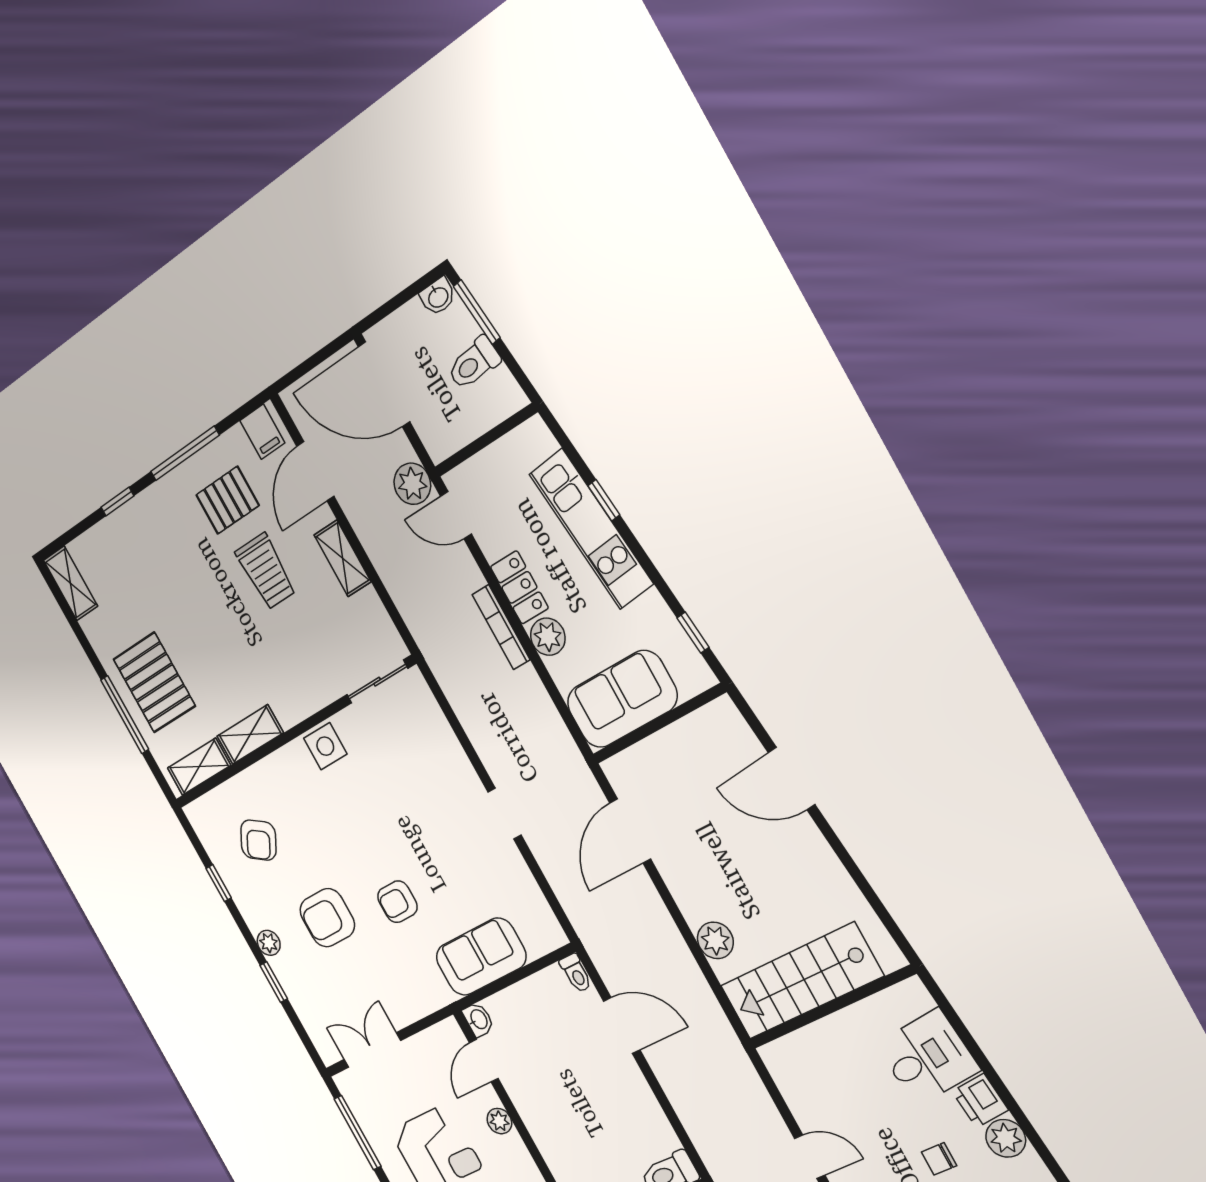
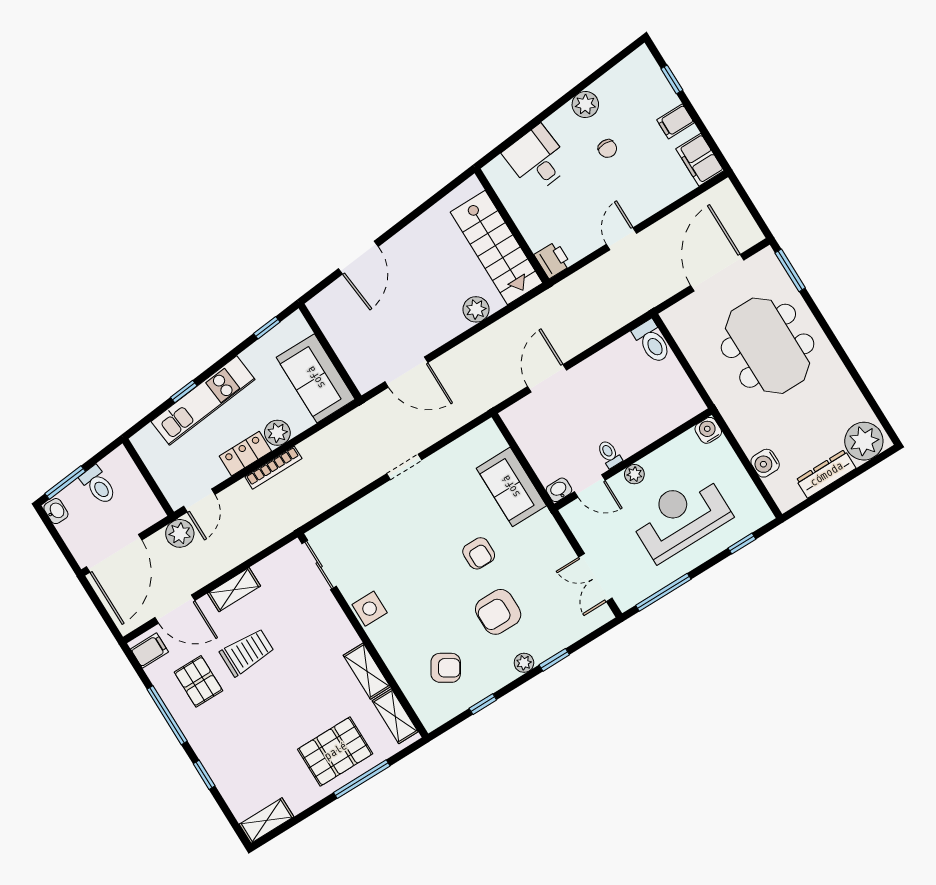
armchair: (327, 918) -> (498, 612), turned 90
toilet: (576, 973) -> (609, 454), moved, turned -90
printer: (980, 1101) -> (553, 260), moved, turned -84

